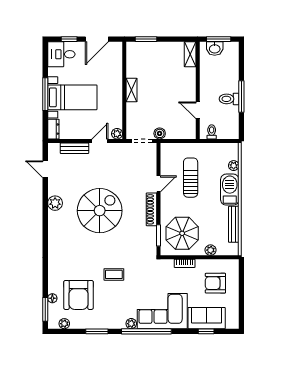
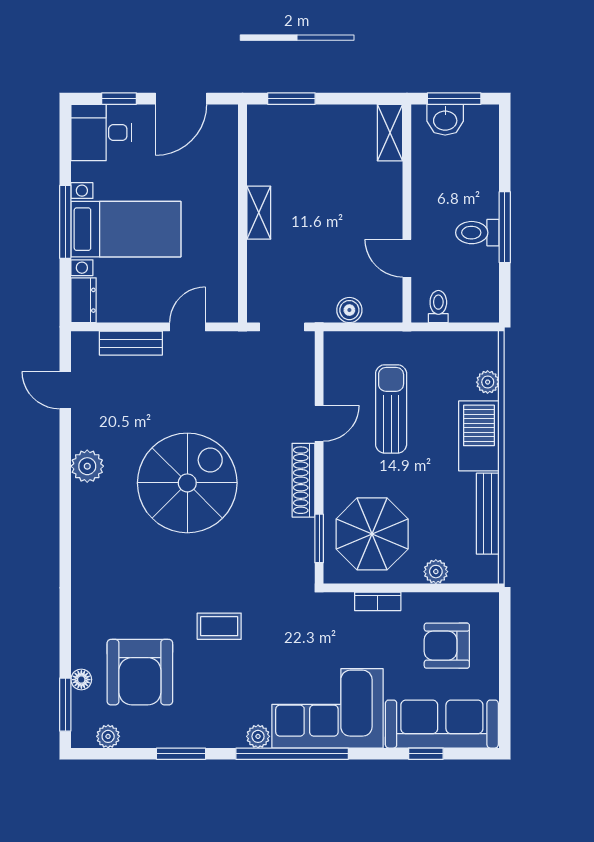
boiler: (160, 133) -> (349, 310), moved
plant: (117, 134) -> (226, 311), removed
sofa: (207, 318) -> (442, 724), width x1.36

